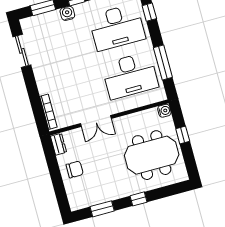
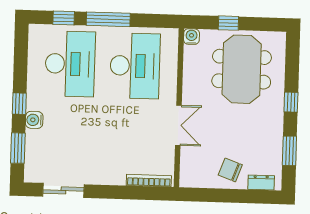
window: (163, 63) -> (108, 19), moved
dresser: (59, 144) -> (261, 182), moved
chair: (75, 169) -> (230, 170), turned -70

